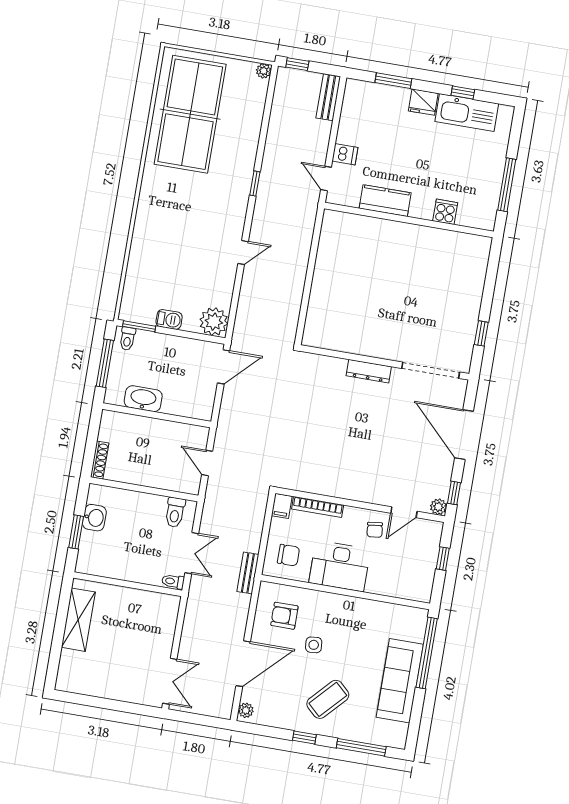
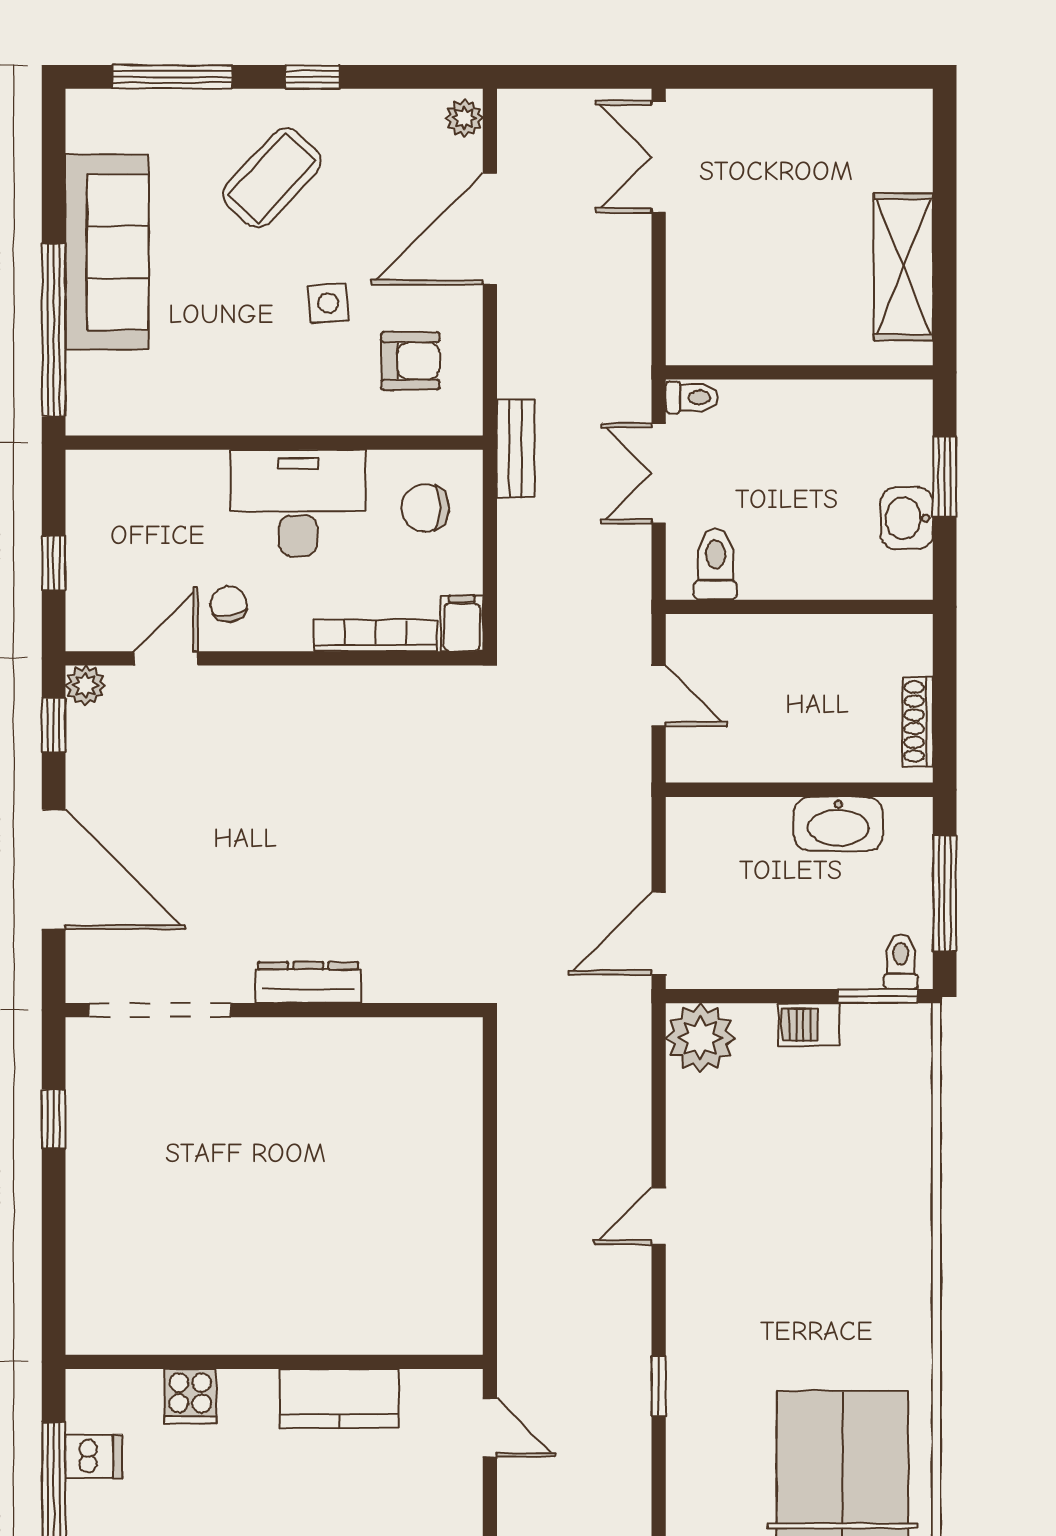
dishwasher: (345, 154) -> (94, 1456), moved, turned 180
shoe rack: (100, 460) -> (918, 722), moved

